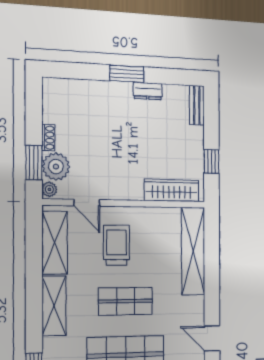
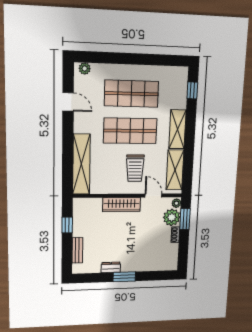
bench: (197, 105) -> (77, 250), moved
wardrobe: (172, 190) -> (122, 205), moved
shop shelf: (126, 301) -> (130, 131), width x1.43, depth x1.36

